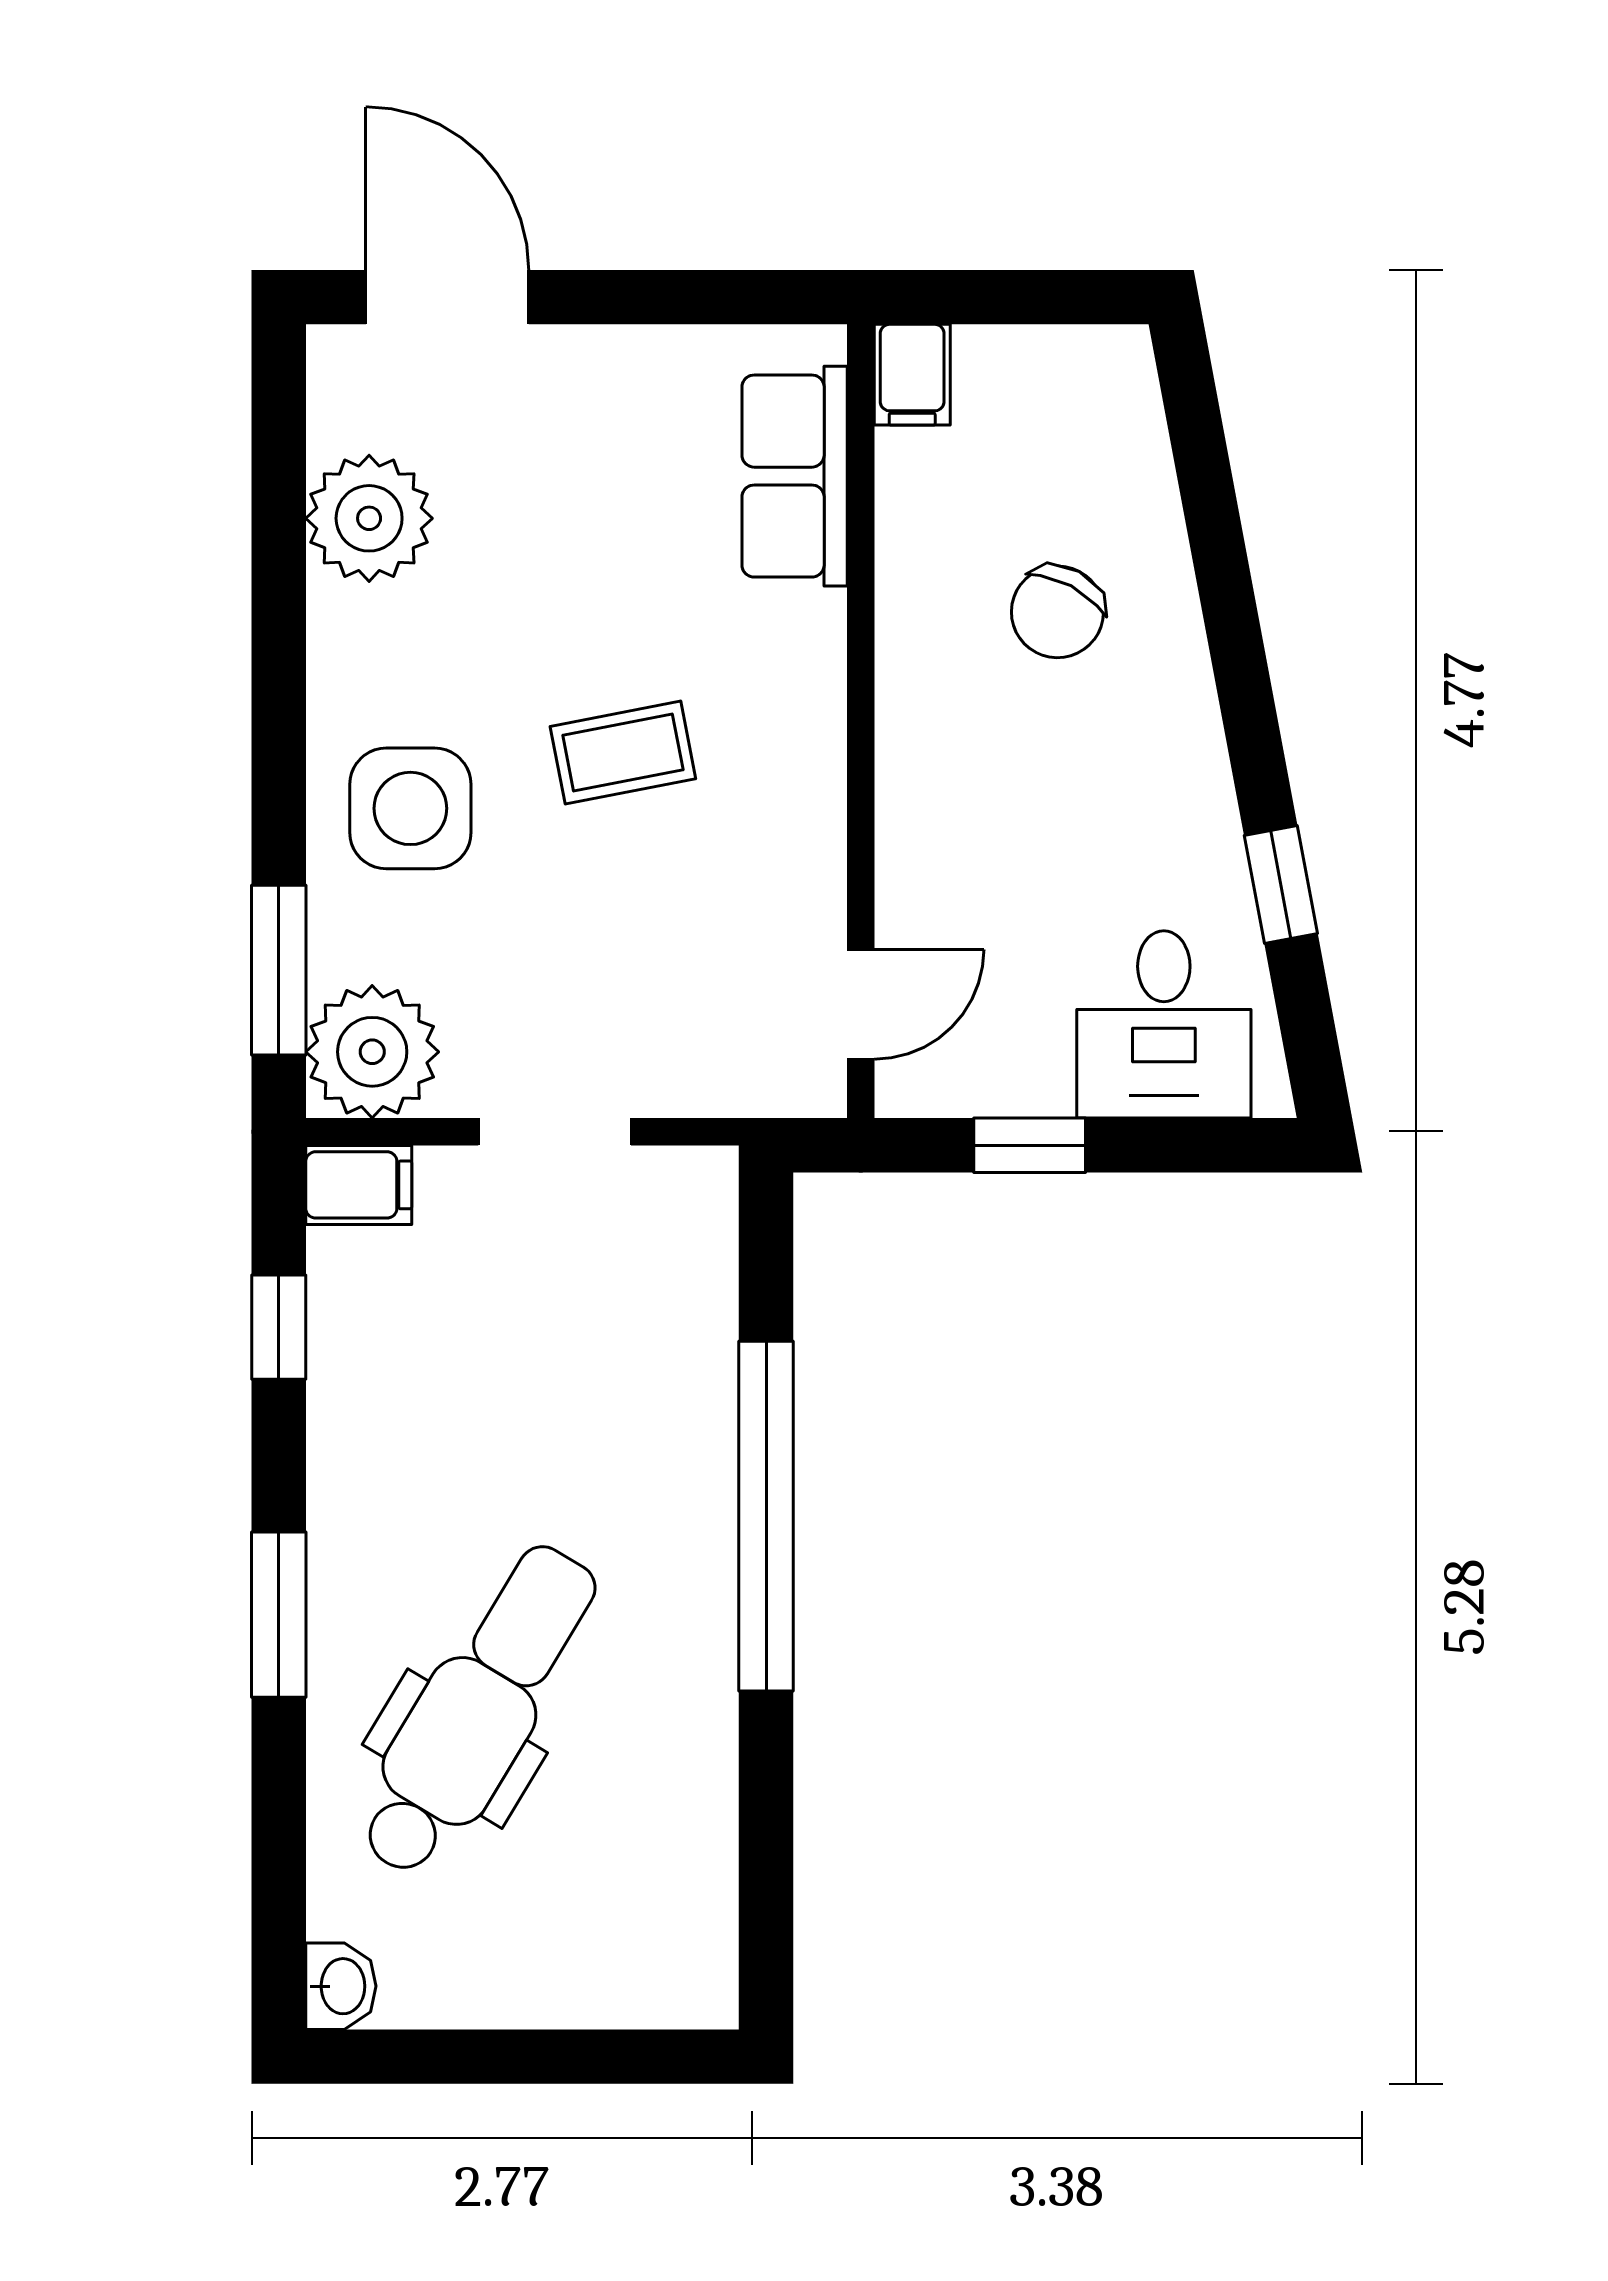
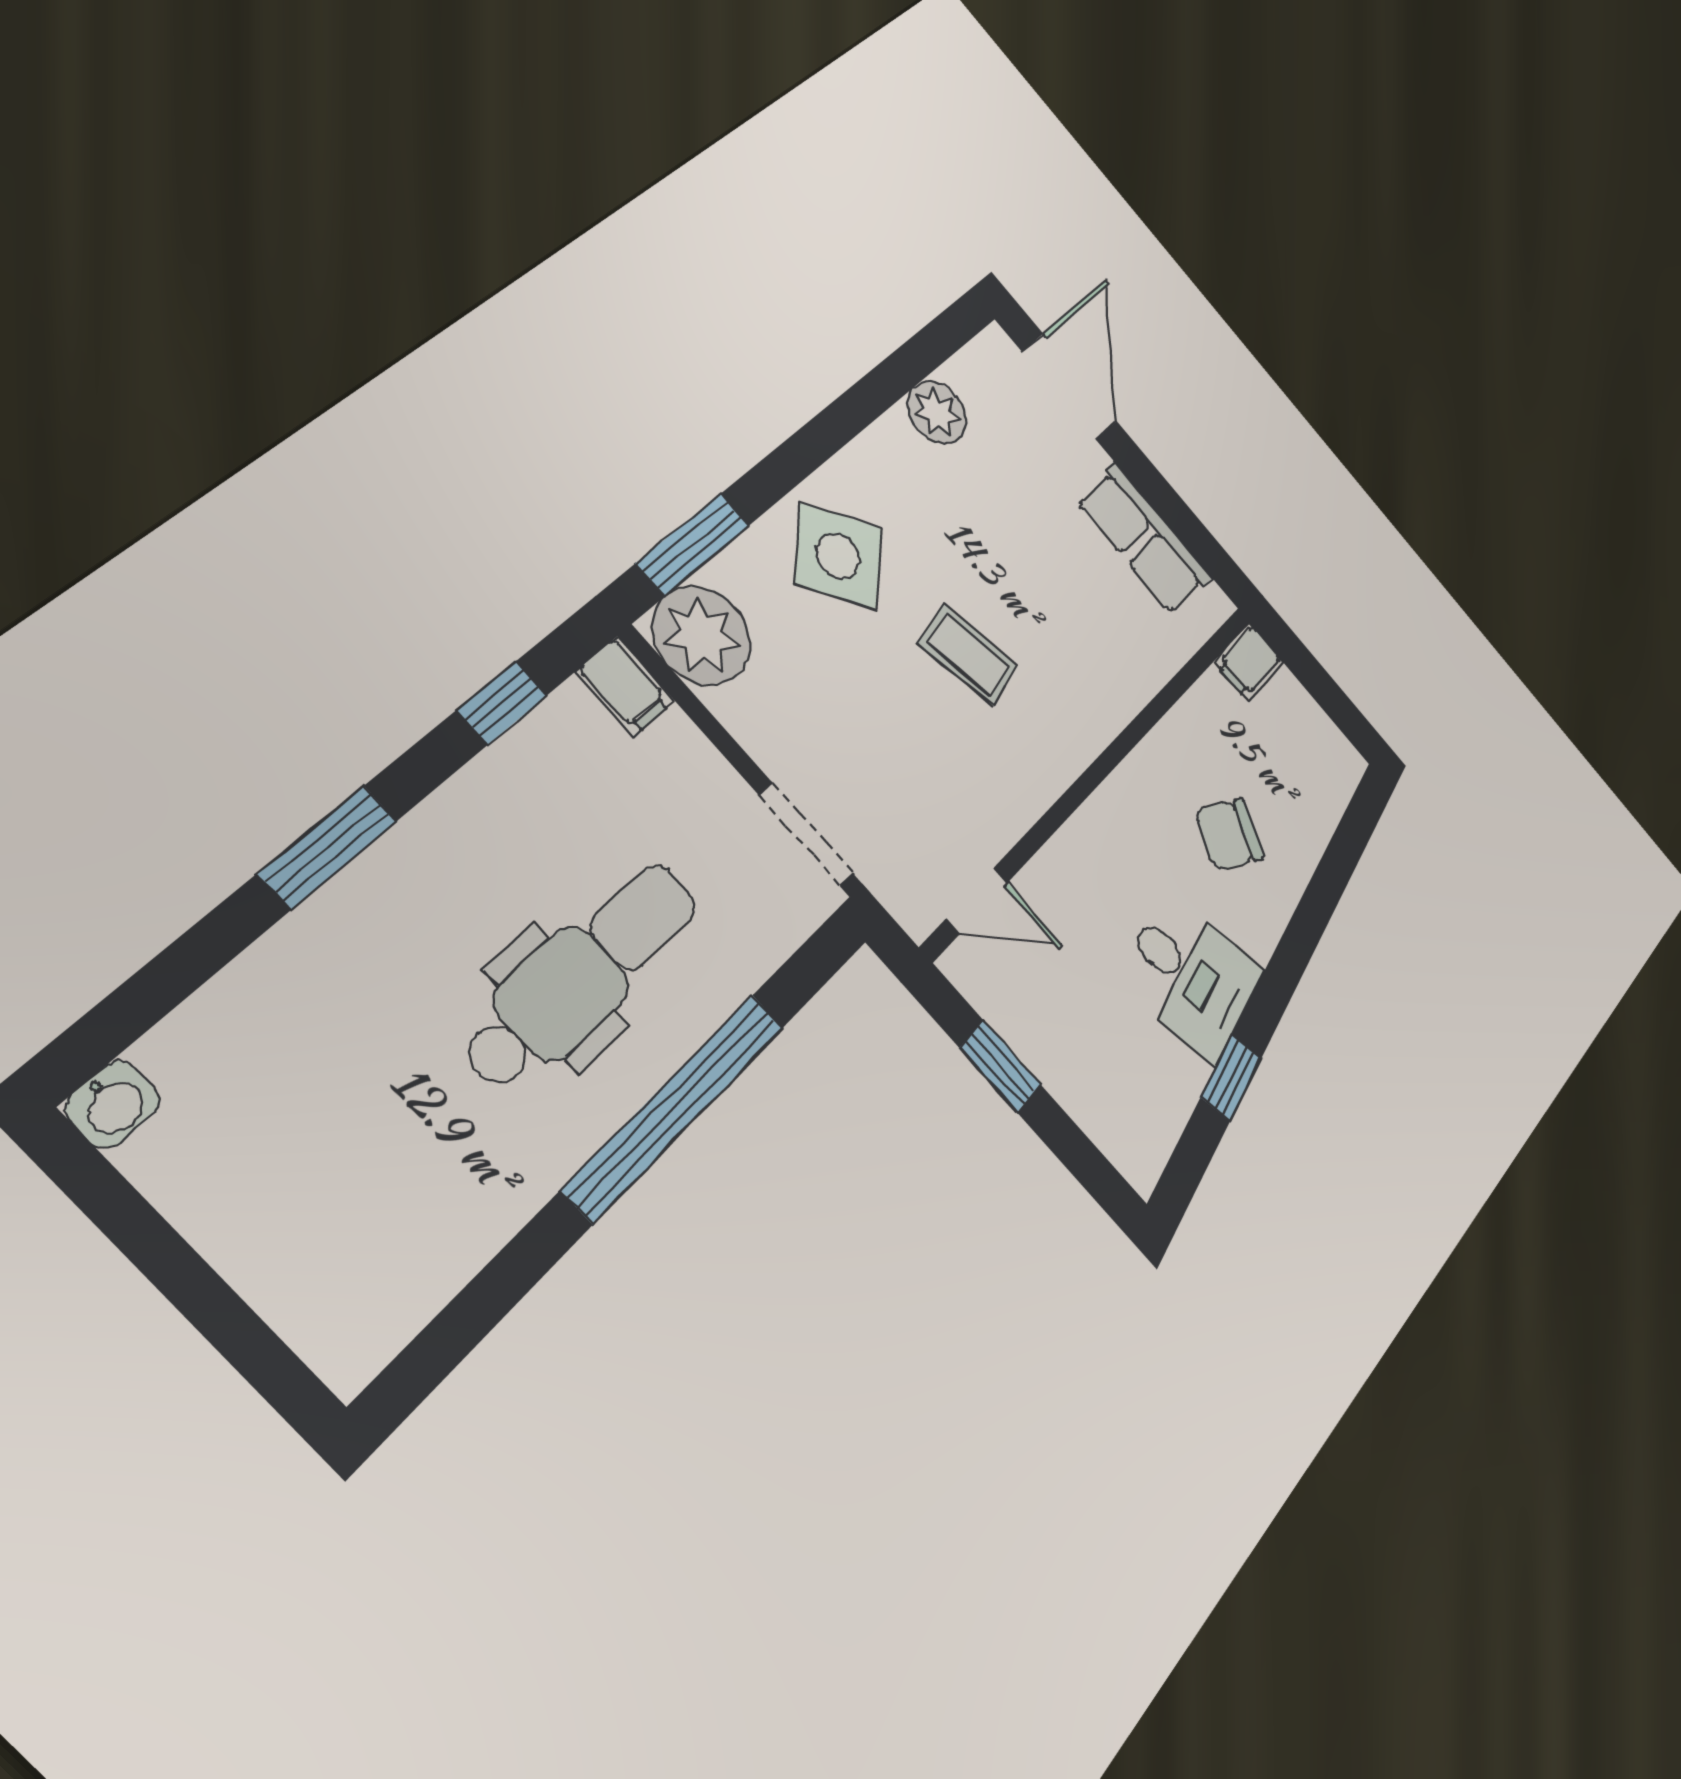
row of seats: (795, 476) -> (1144, 539), moved, turned -90
plant: (369, 518) -> (937, 412), width x0.73, depth x0.73
side table: (410, 808) -> (838, 556), turned -38
desk: (1164, 1024) -> (1191, 976), moved, turned -101
doorway: (555, 1132) -> (806, 834), moved
dental chair: (478, 1711) -> (582, 974), moved, turned -31

